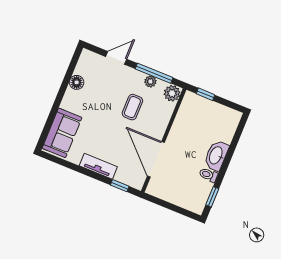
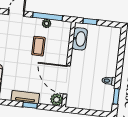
plant: (172, 93) -> (57, 100), moved
washbasin: (216, 155) -> (80, 39), moved, turned 180
window: (120, 186) -> (30, 105), moved

